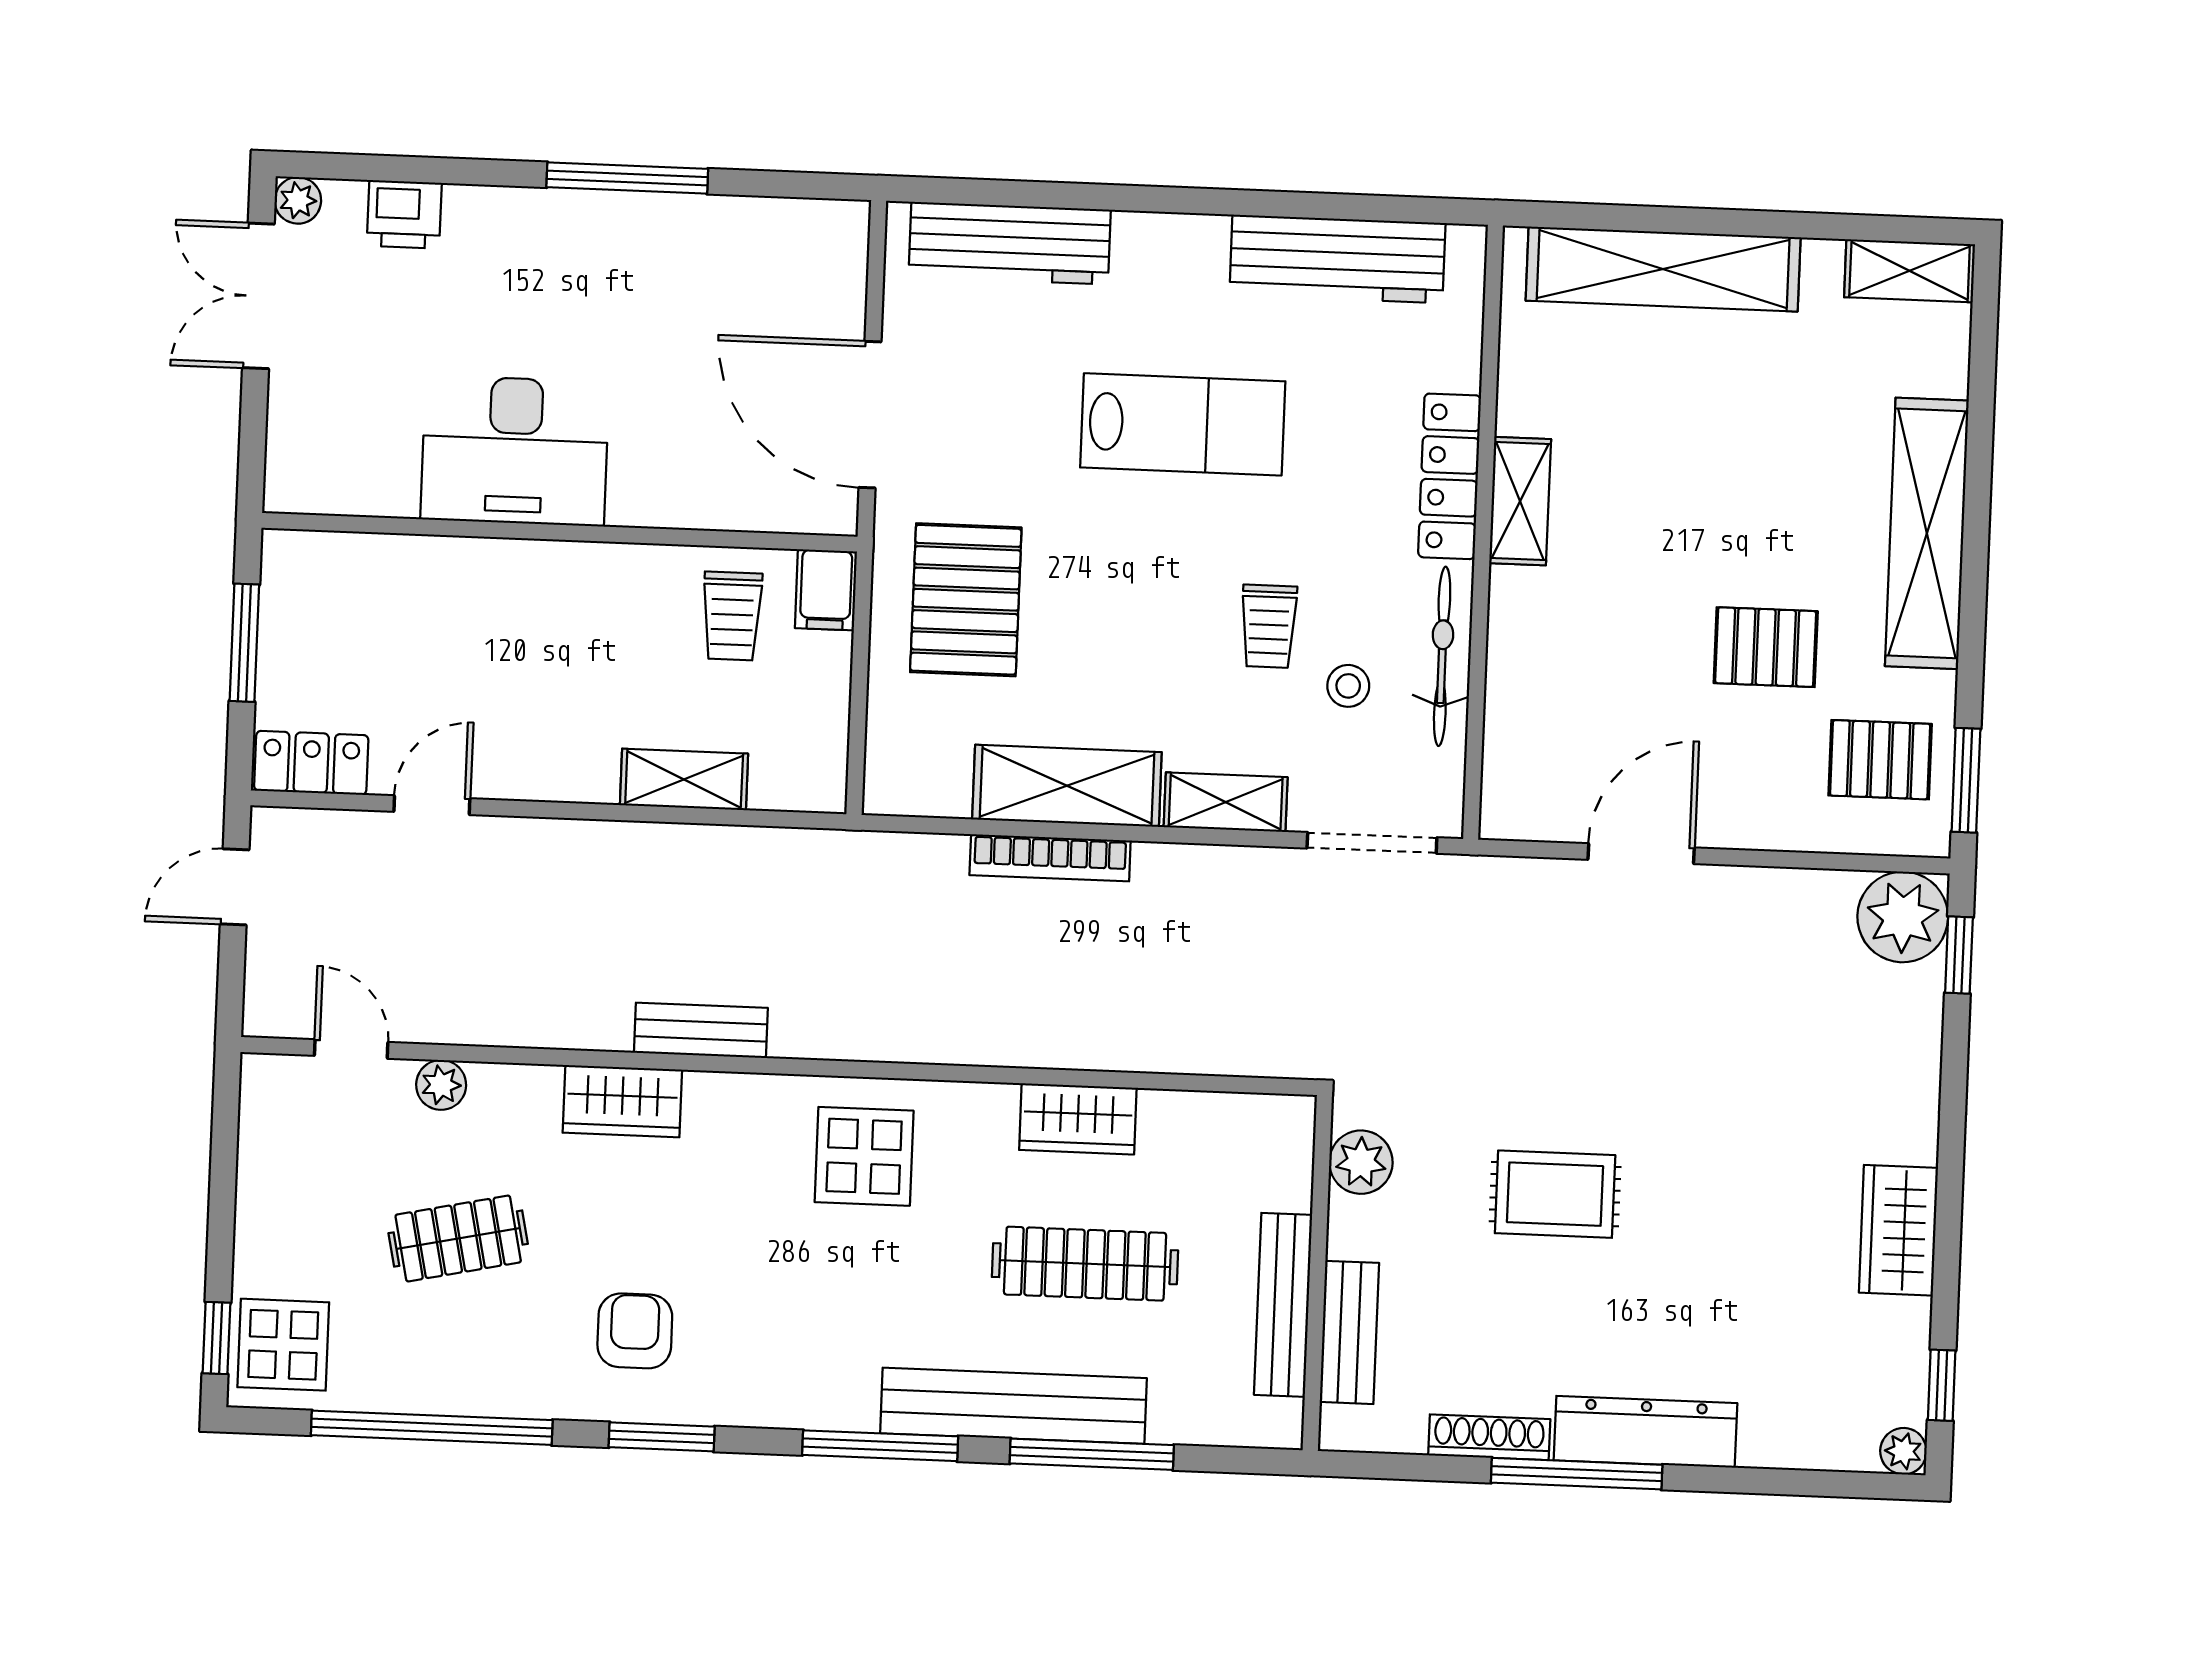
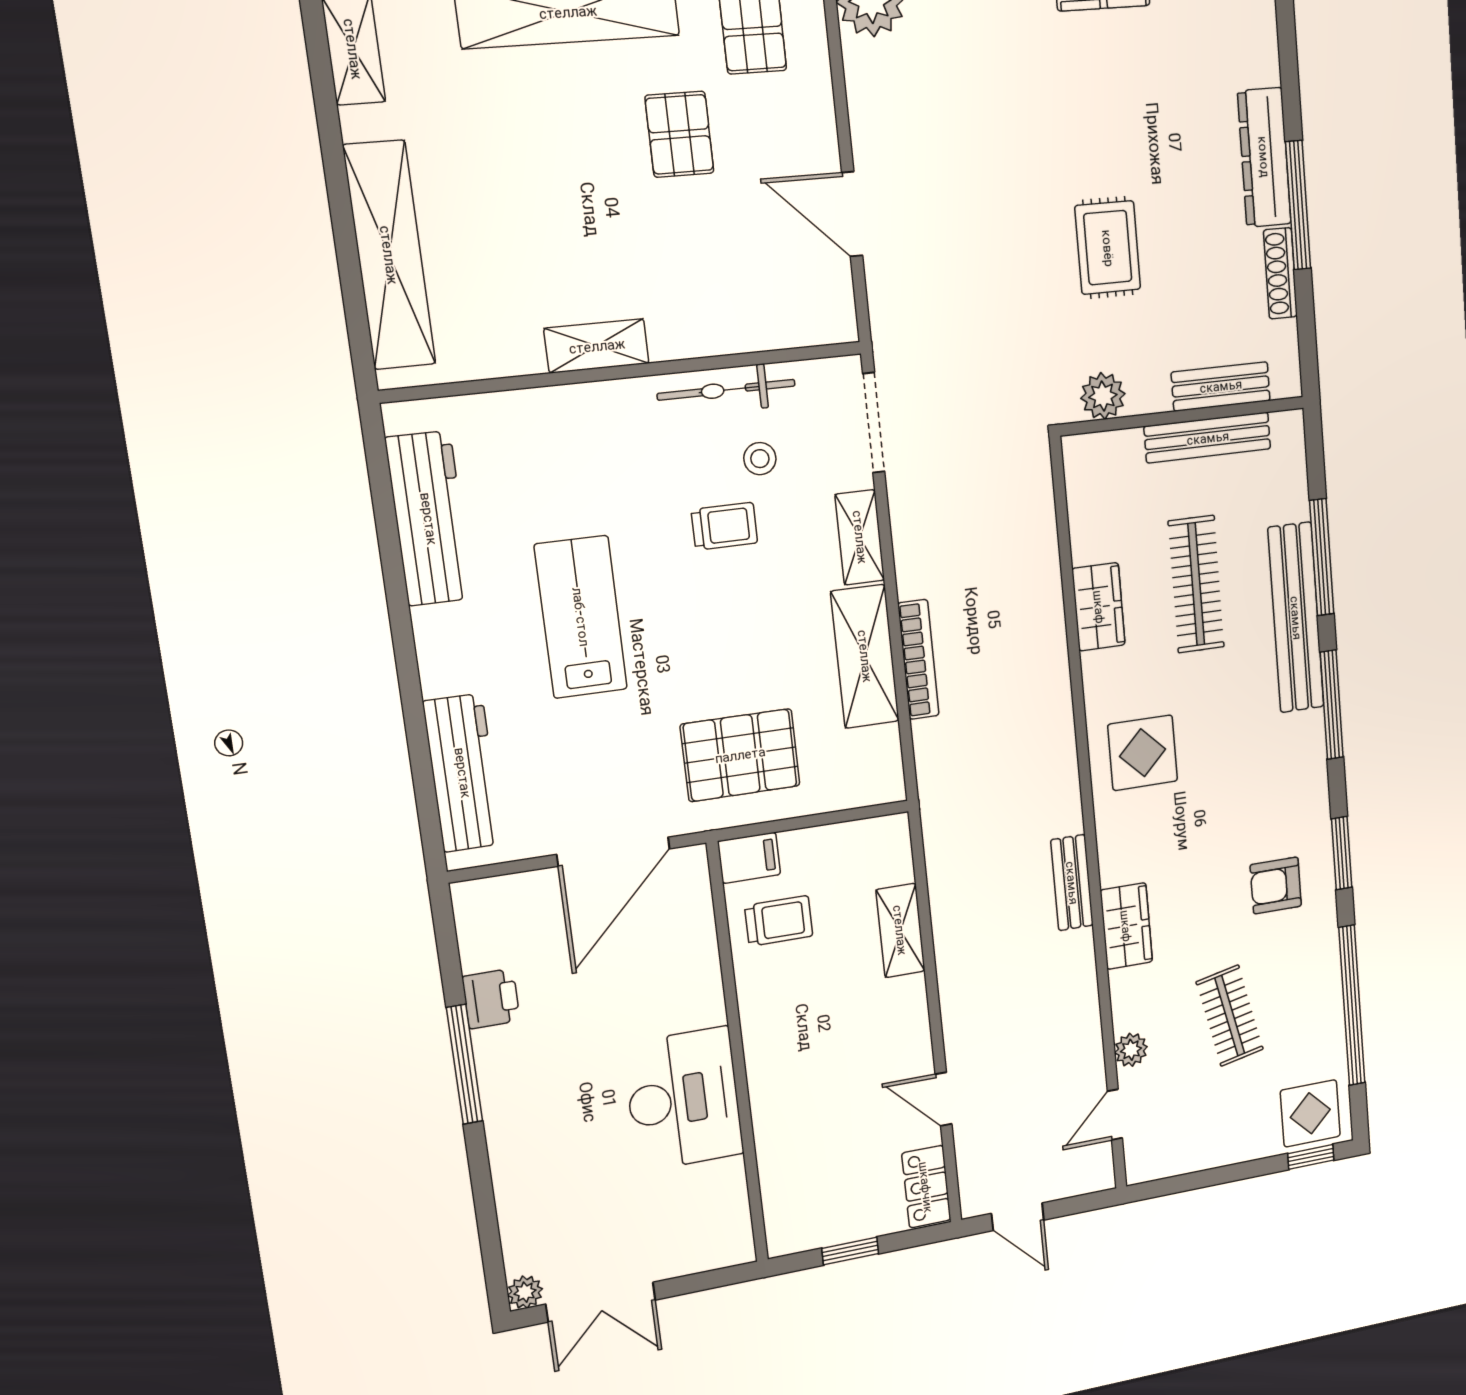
printer: (404, 214) -> (491, 999), moved
locker: (1450, 476) -> (586, 404), removed
window: (244, 643) -> (850, 1251), width x0.67

